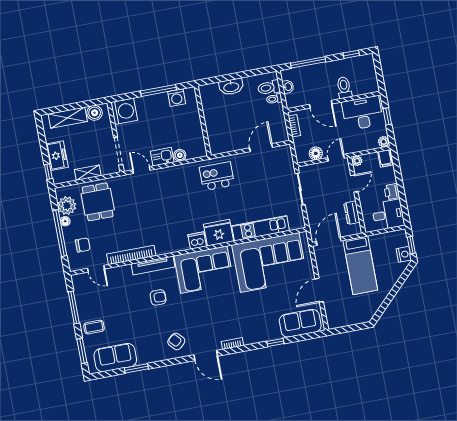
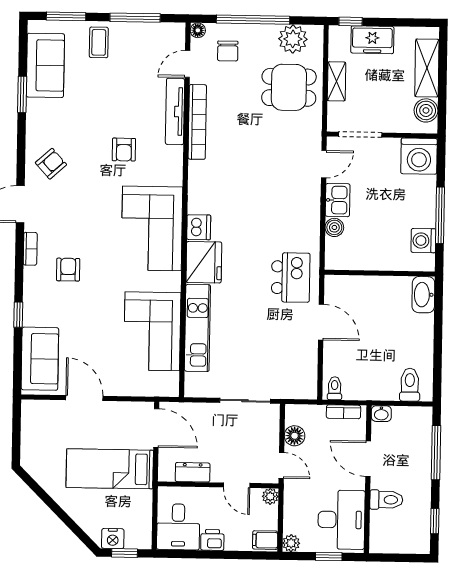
washbasin: (231, 87) -> (423, 295), moved
washbasin: (288, 87) -> (381, 414), moved
toilet: (274, 99) -> (335, 388), moved
door: (321, 104) -> (368, 459), hinge flipped
door: (261, 148) -> (321, 322), moved
floor lamp: (65, 221) -> (198, 30), moved
corner sofa: (270, 263) -> (152, 331), width x0.73, depth x0.74
tv unit: (153, 265) -> (175, 111), moved
armchair: (241, 317) -> (68, 270), added

